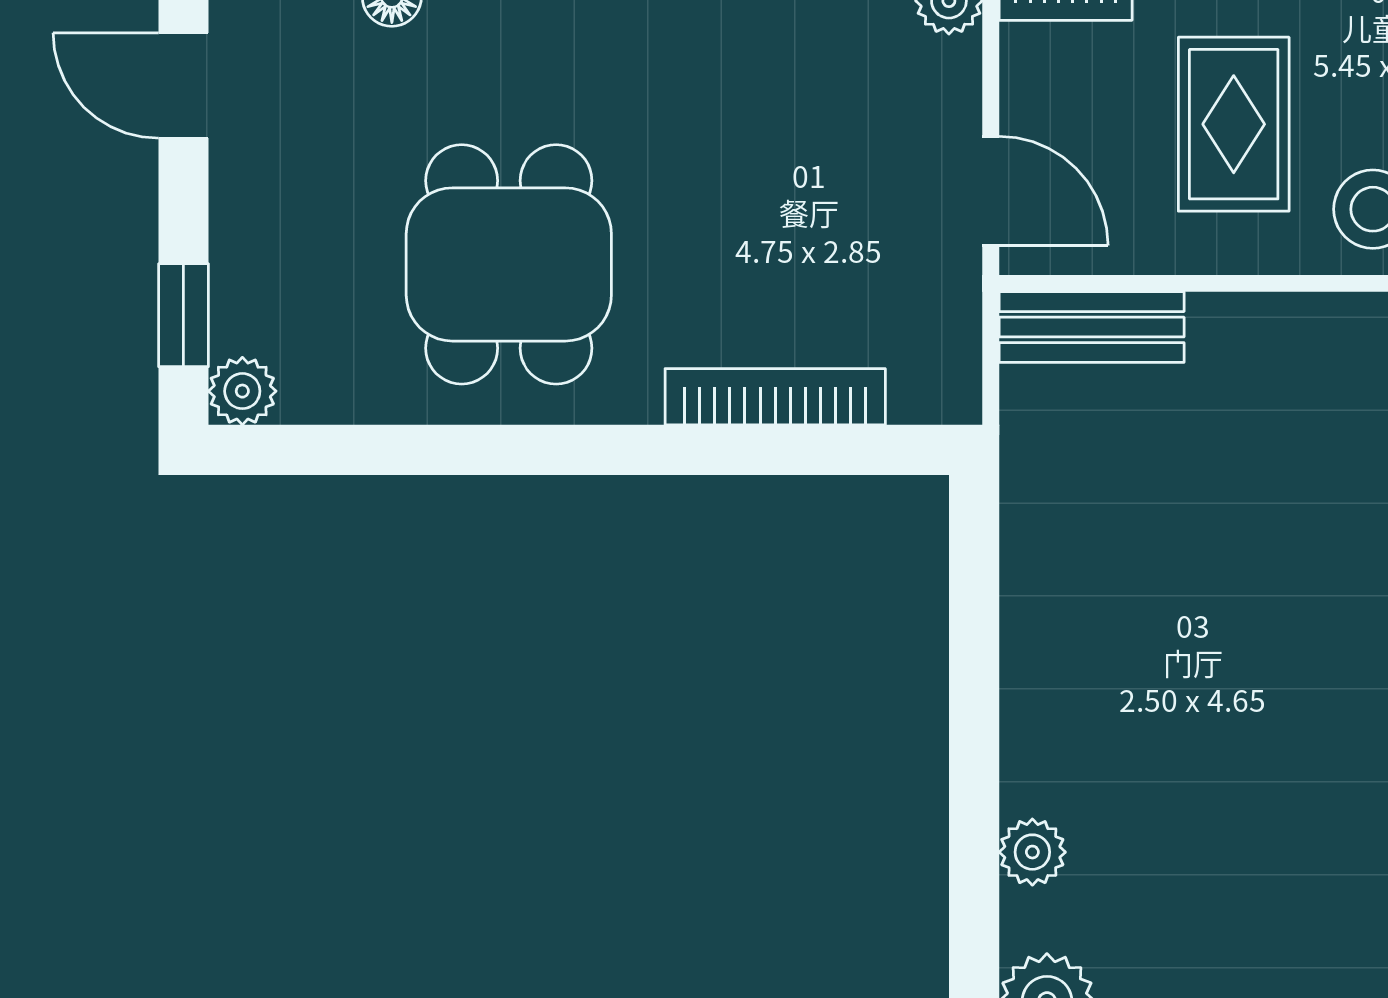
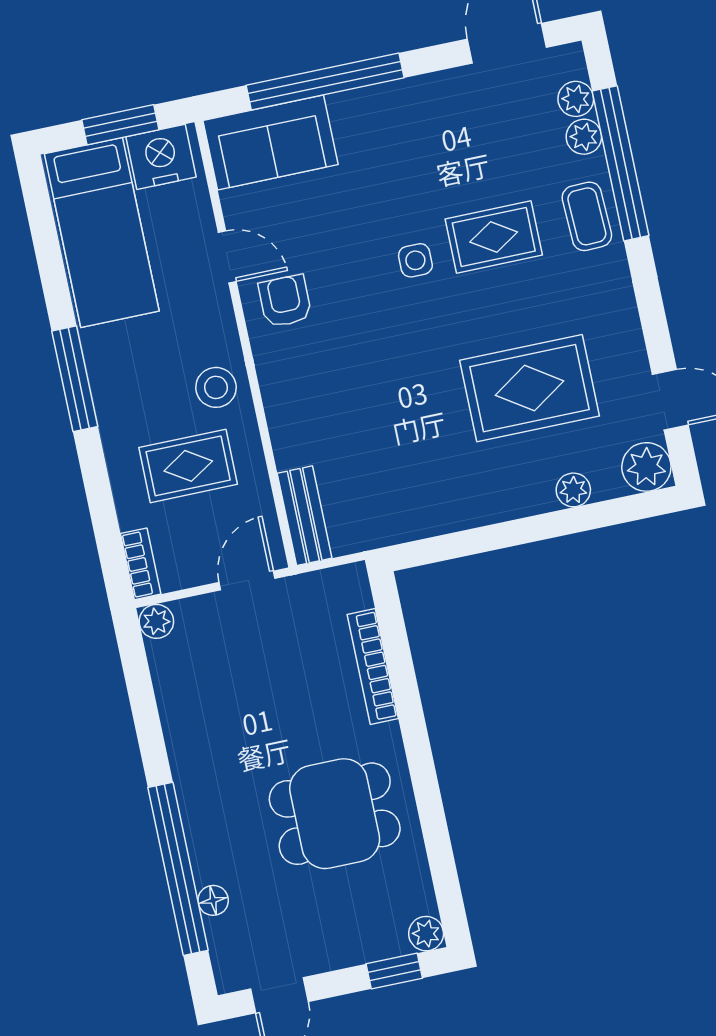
rug: (1245, 809) -> (529, 388), added

